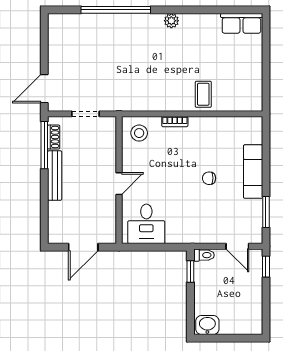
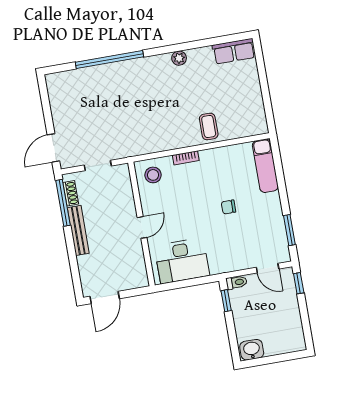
plant: (171, 21) -> (179, 58), moved
exam couch: (253, 172) -> (265, 166), moved
desk: (146, 224) -> (182, 261), width x1.37
door: (83, 247) -> (105, 297), moved

